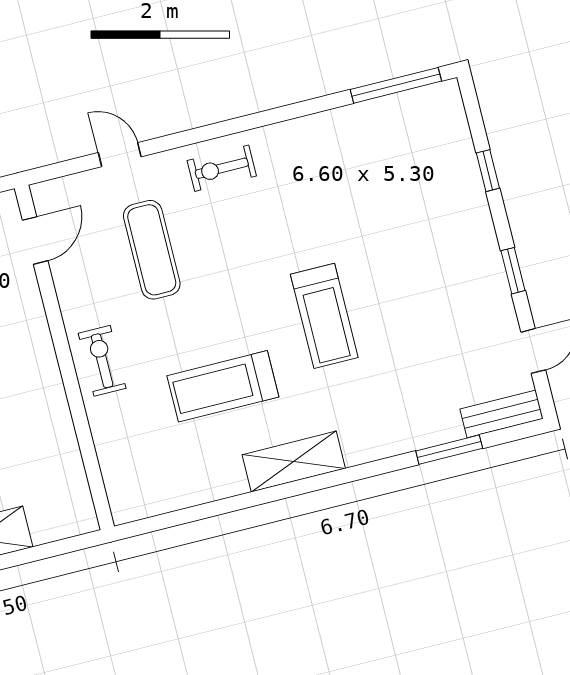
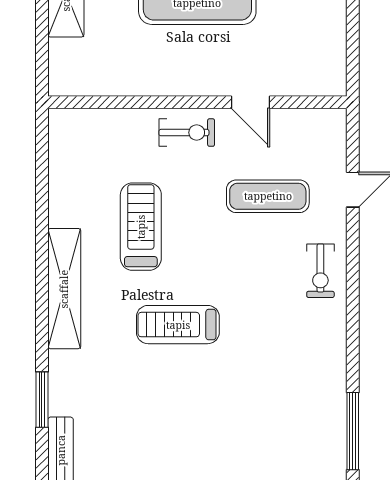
exercise bike: (222, 168) -> (320, 271), turned 180
door: (35, 240) -> (251, 102), moved
shelving: (294, 462) -> (64, 289), width x1.47

